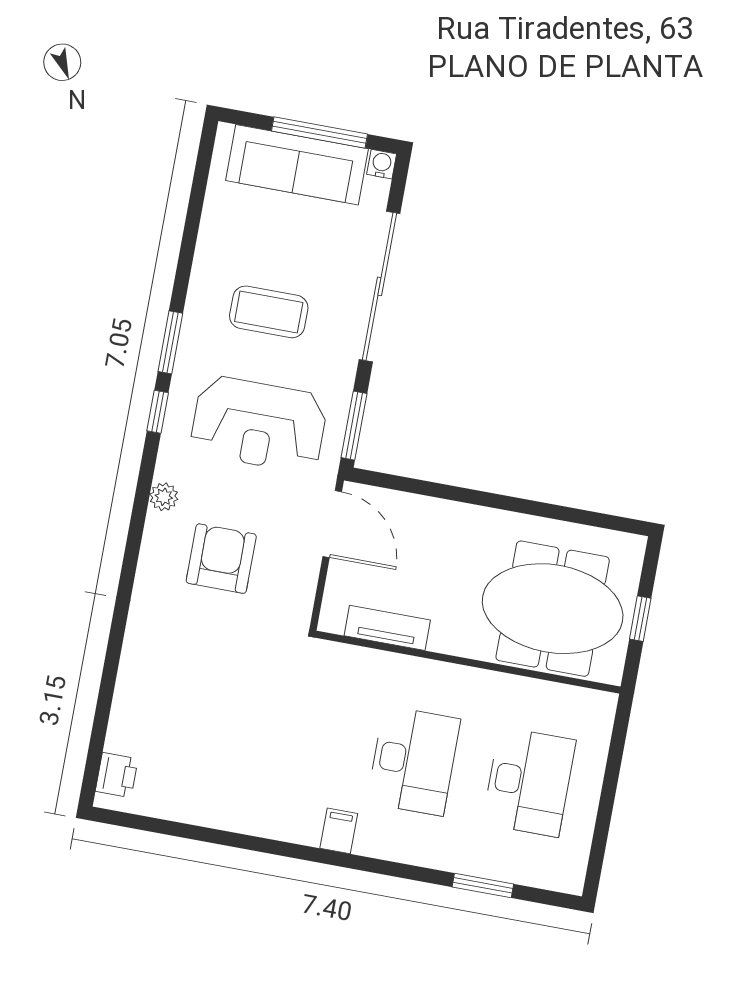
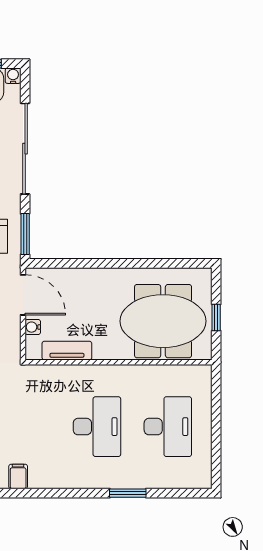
water cooler: (339, 579) -> (33, 327), added
filing cabinet: (339, 831) -> (18, 476), moved
window: (483, 885) -> (128, 493), moved

